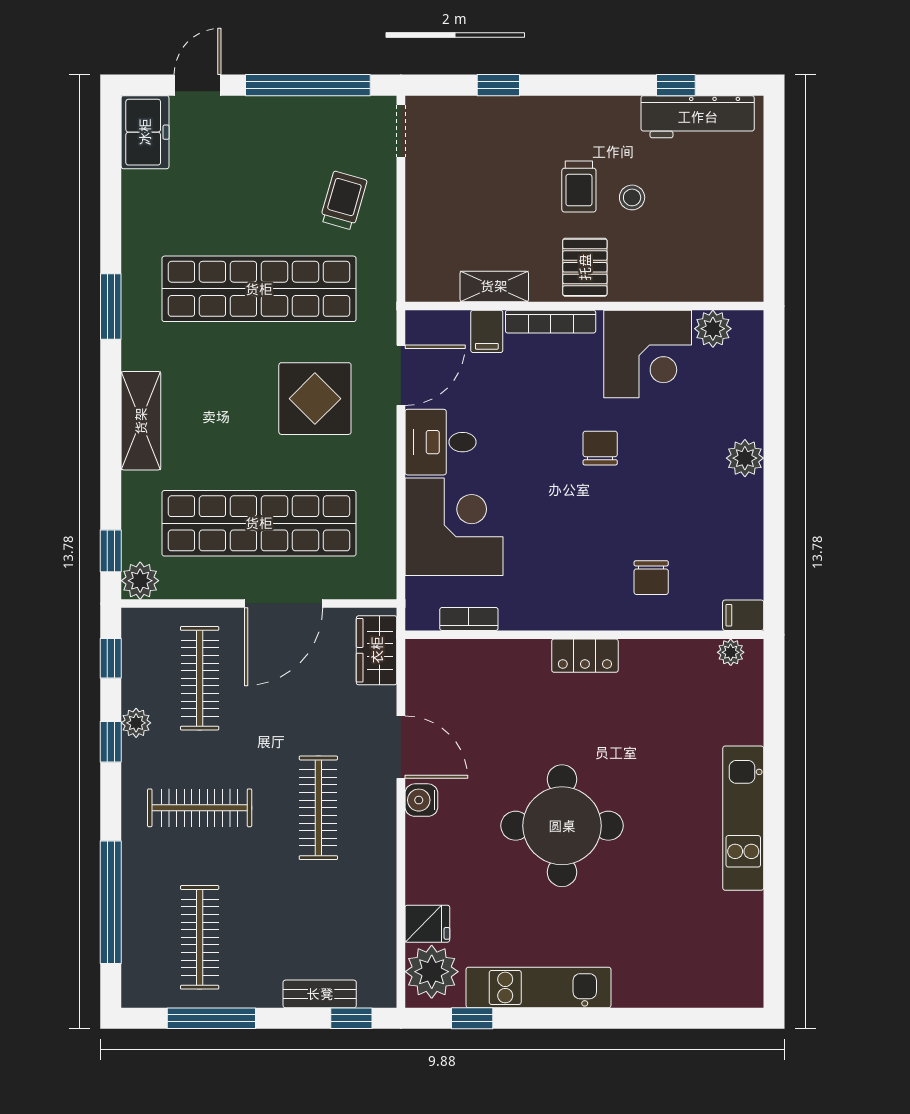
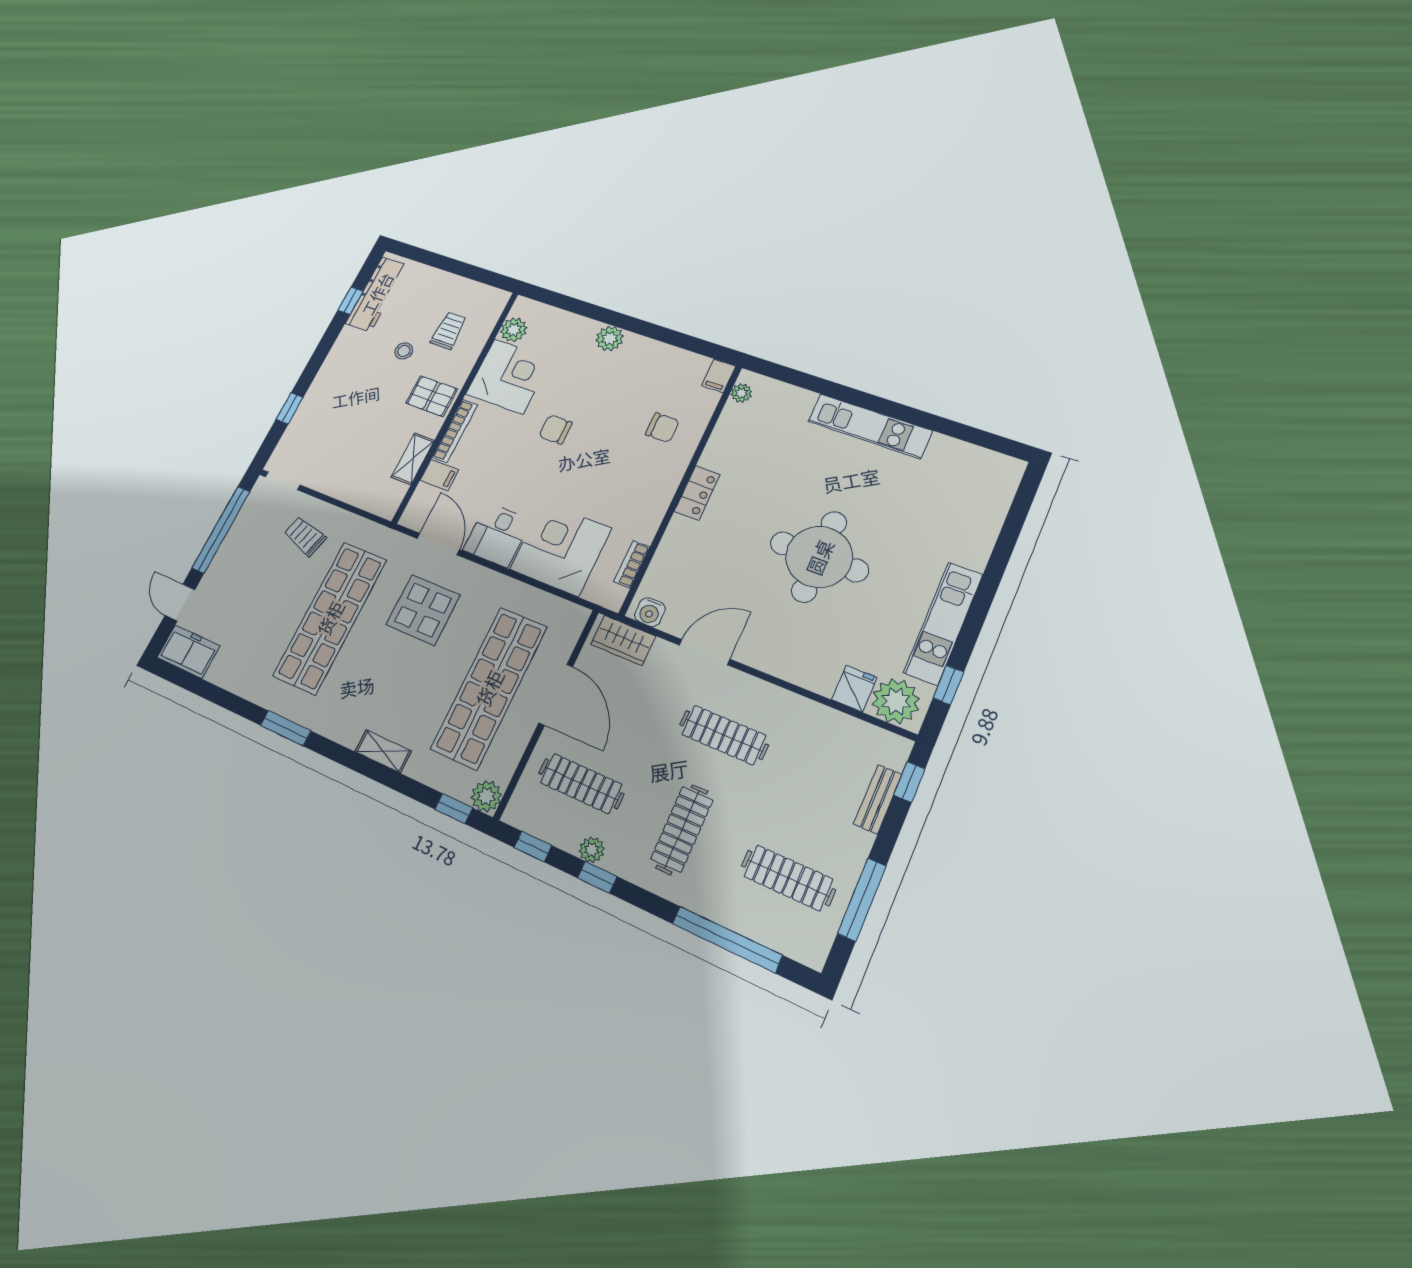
trolley: (579, 187) -> (449, 330), moved, turned -90
shelving: (141, 421) -> (383, 751), width x0.67, depth x0.75
water cooler: (421, 800) -> (650, 612), moved

